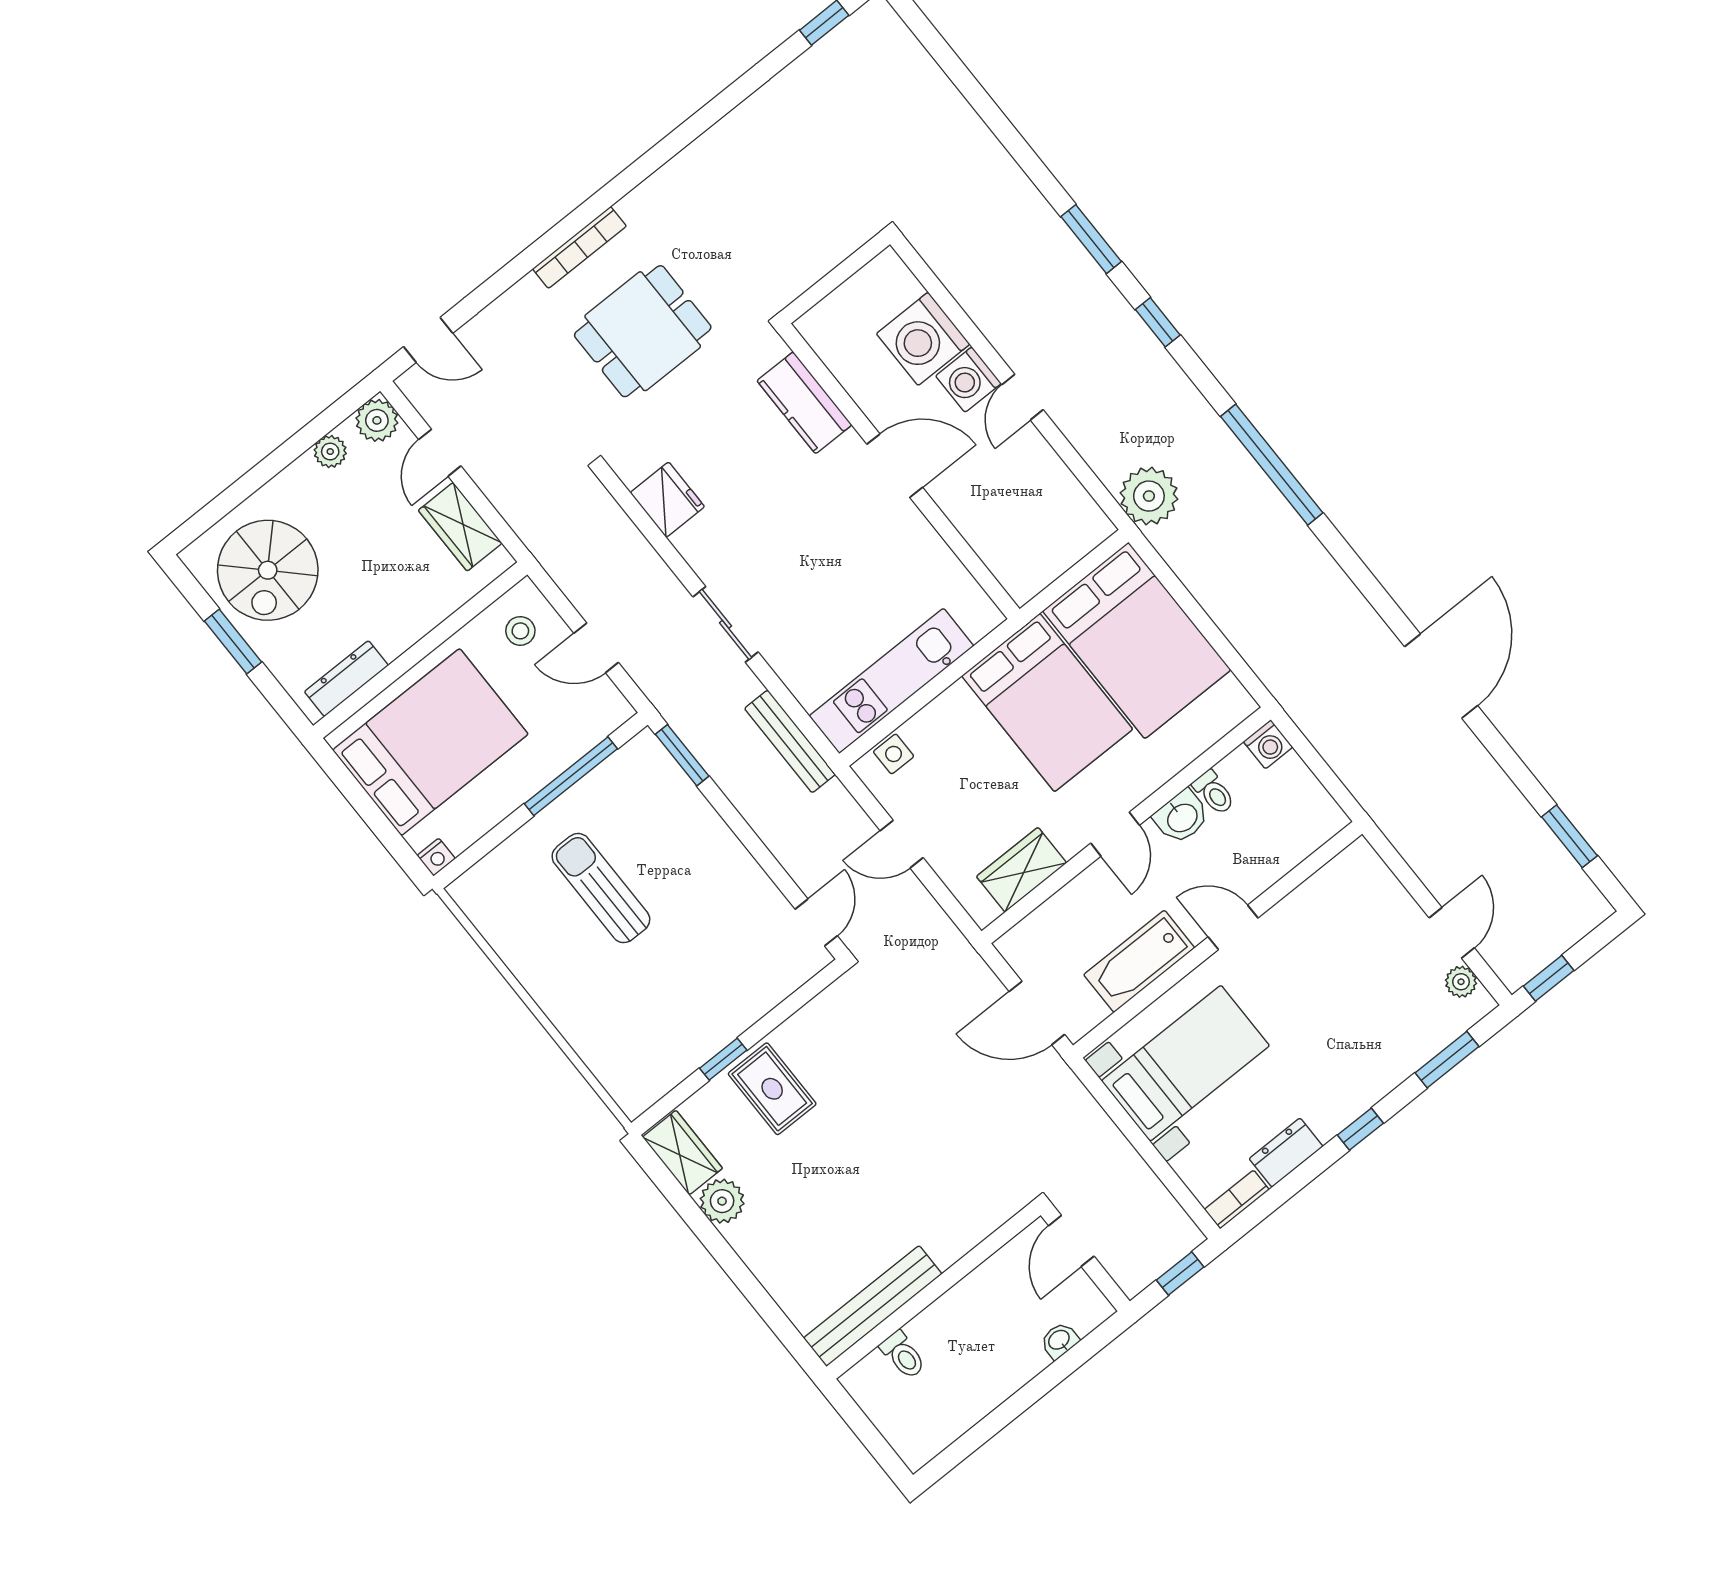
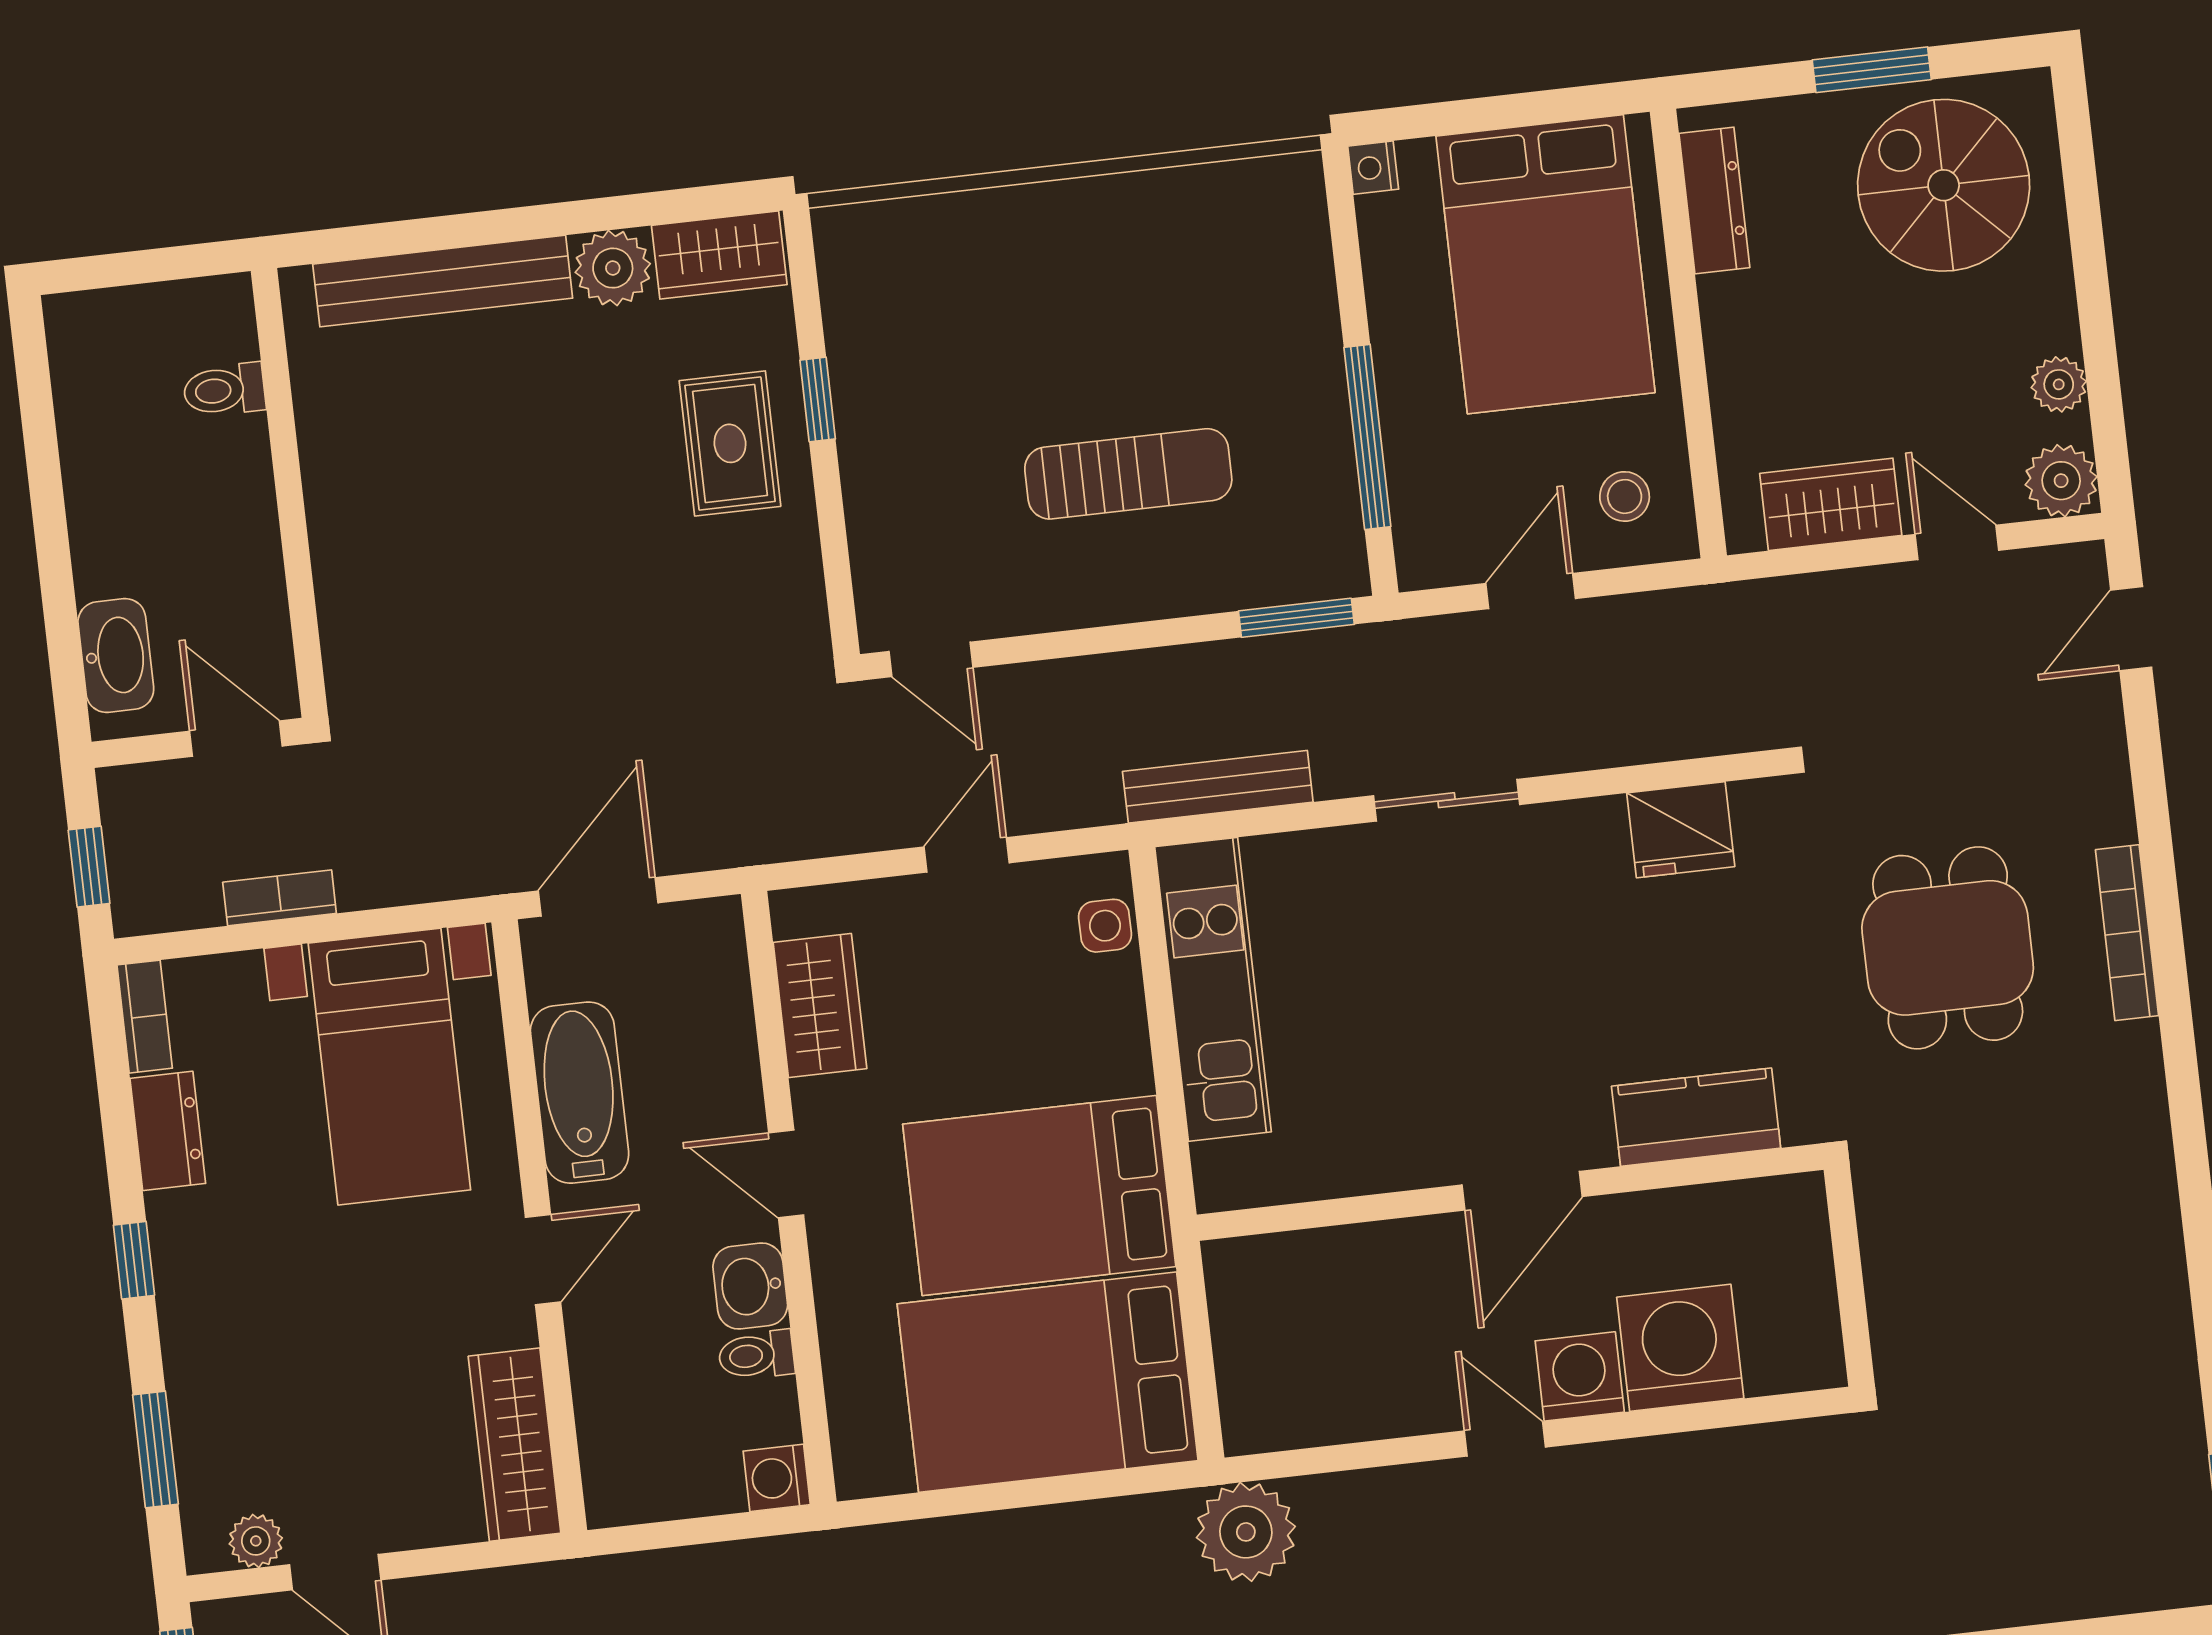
wardrobe: (1333, 884) -> (515, 1445), added
sun lounger: (601, 888) -> (1128, 474), moved
rug: (772, 1089) -> (730, 443), turned 90
bookcase: (1136, 1170) -> (280, 898), added
bench: (873, 1306) -> (443, 281), moved, turned 90
washbasin: (1059, 1340) -> (116, 656), width x1.91, depth x1.45

